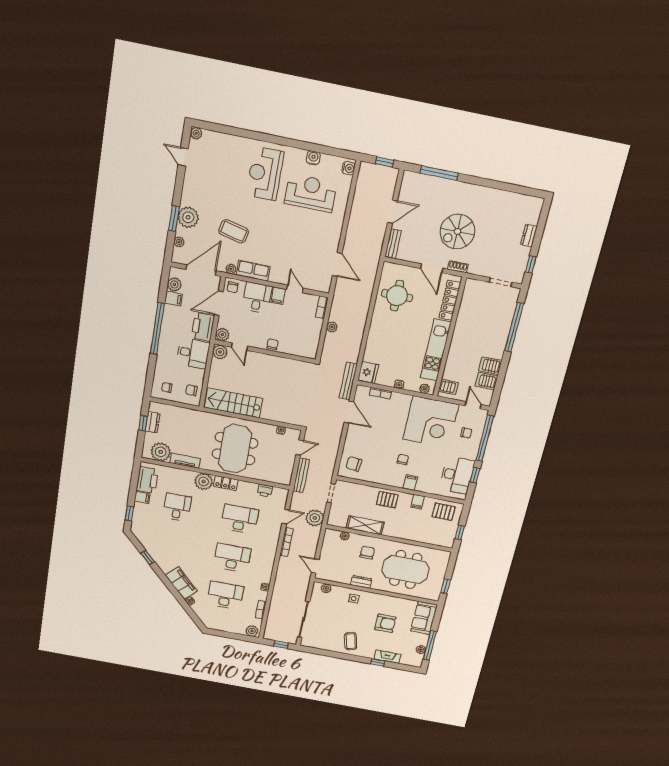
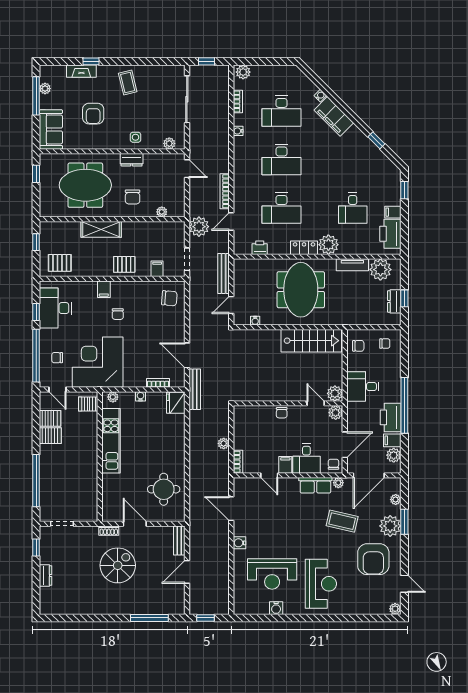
water cooler: (348, 168) -> (239, 543), moved
armchair: (210, 188) -> (373, 559), added
locker: (450, 300) -> (109, 495), removed
printer: (203, 327) -> (391, 417), moved, turned 180
filing cabinet: (418, 502) -> (157, 269), moved
shelving: (365, 525) -> (101, 229), moved
armchair: (385, 623) -> (93, 114), turned -90

